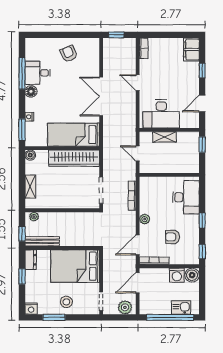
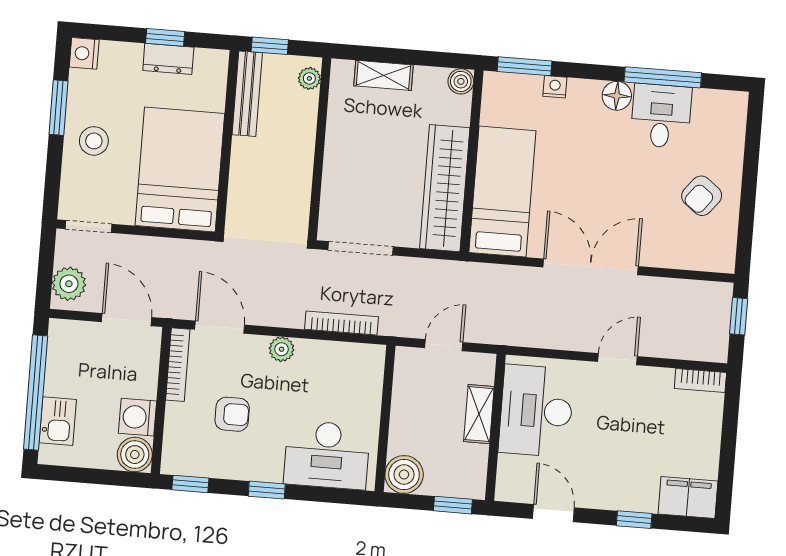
armchair: (69, 54) -> (702, 196), turned 151
boiler: (191, 165) -> (404, 474), added
armchair: (173, 237) -> (232, 414), turned 90
dresser: (31, 260) -> (168, 59), moved

